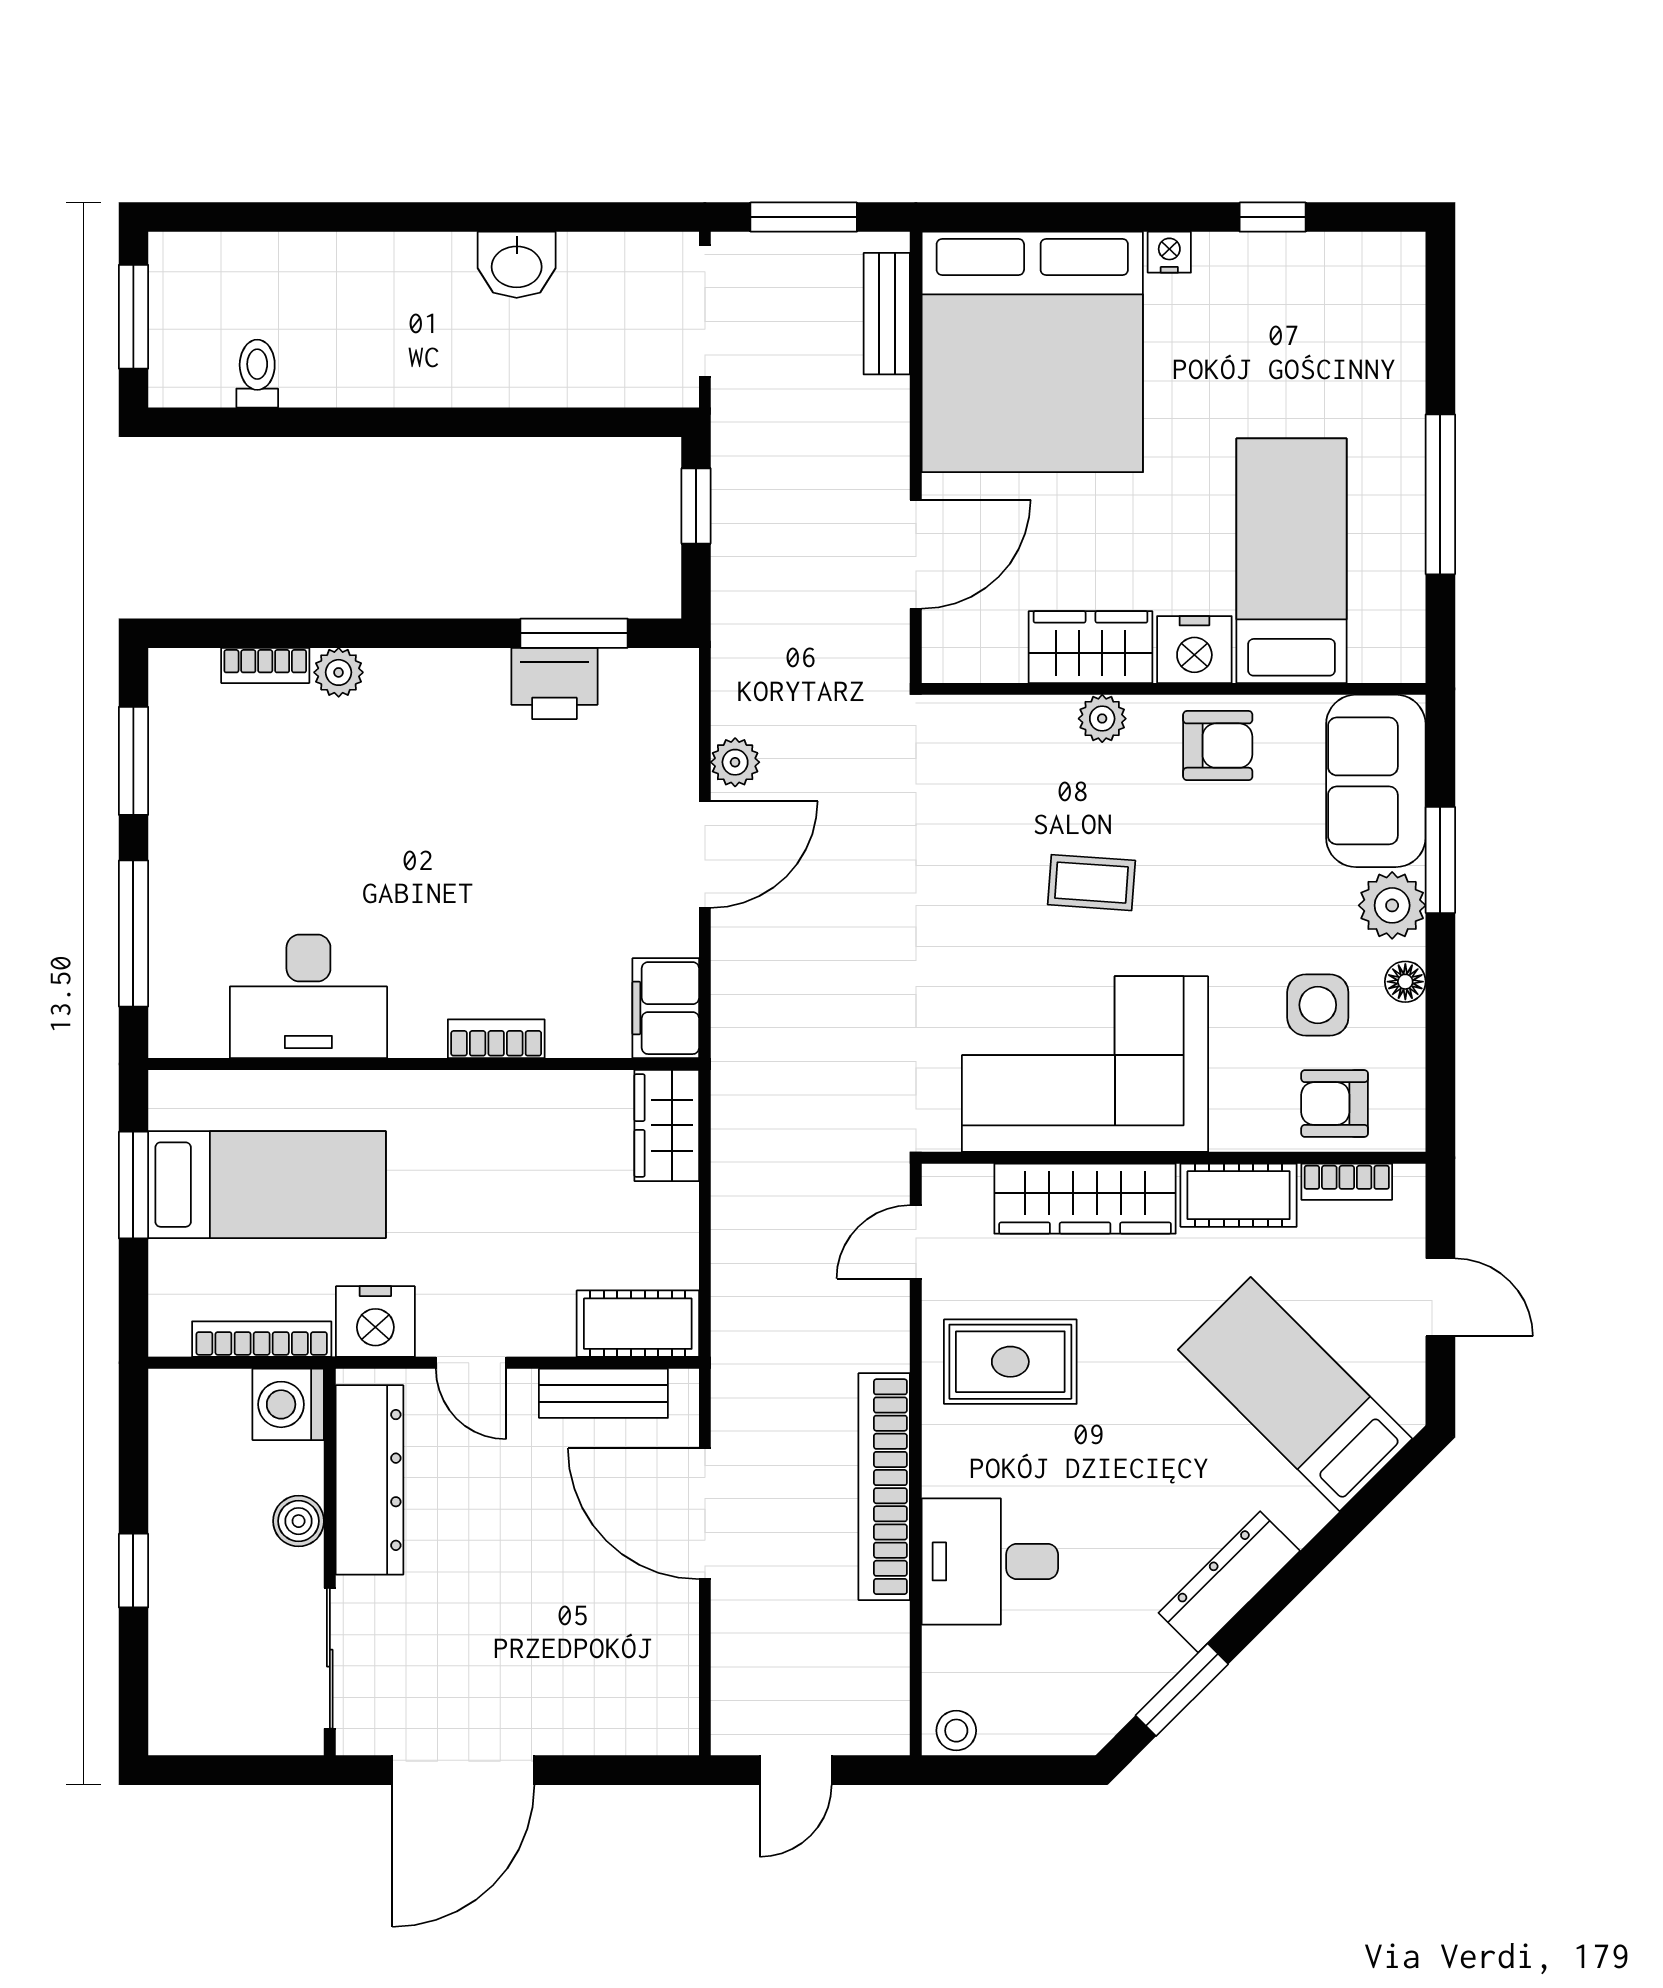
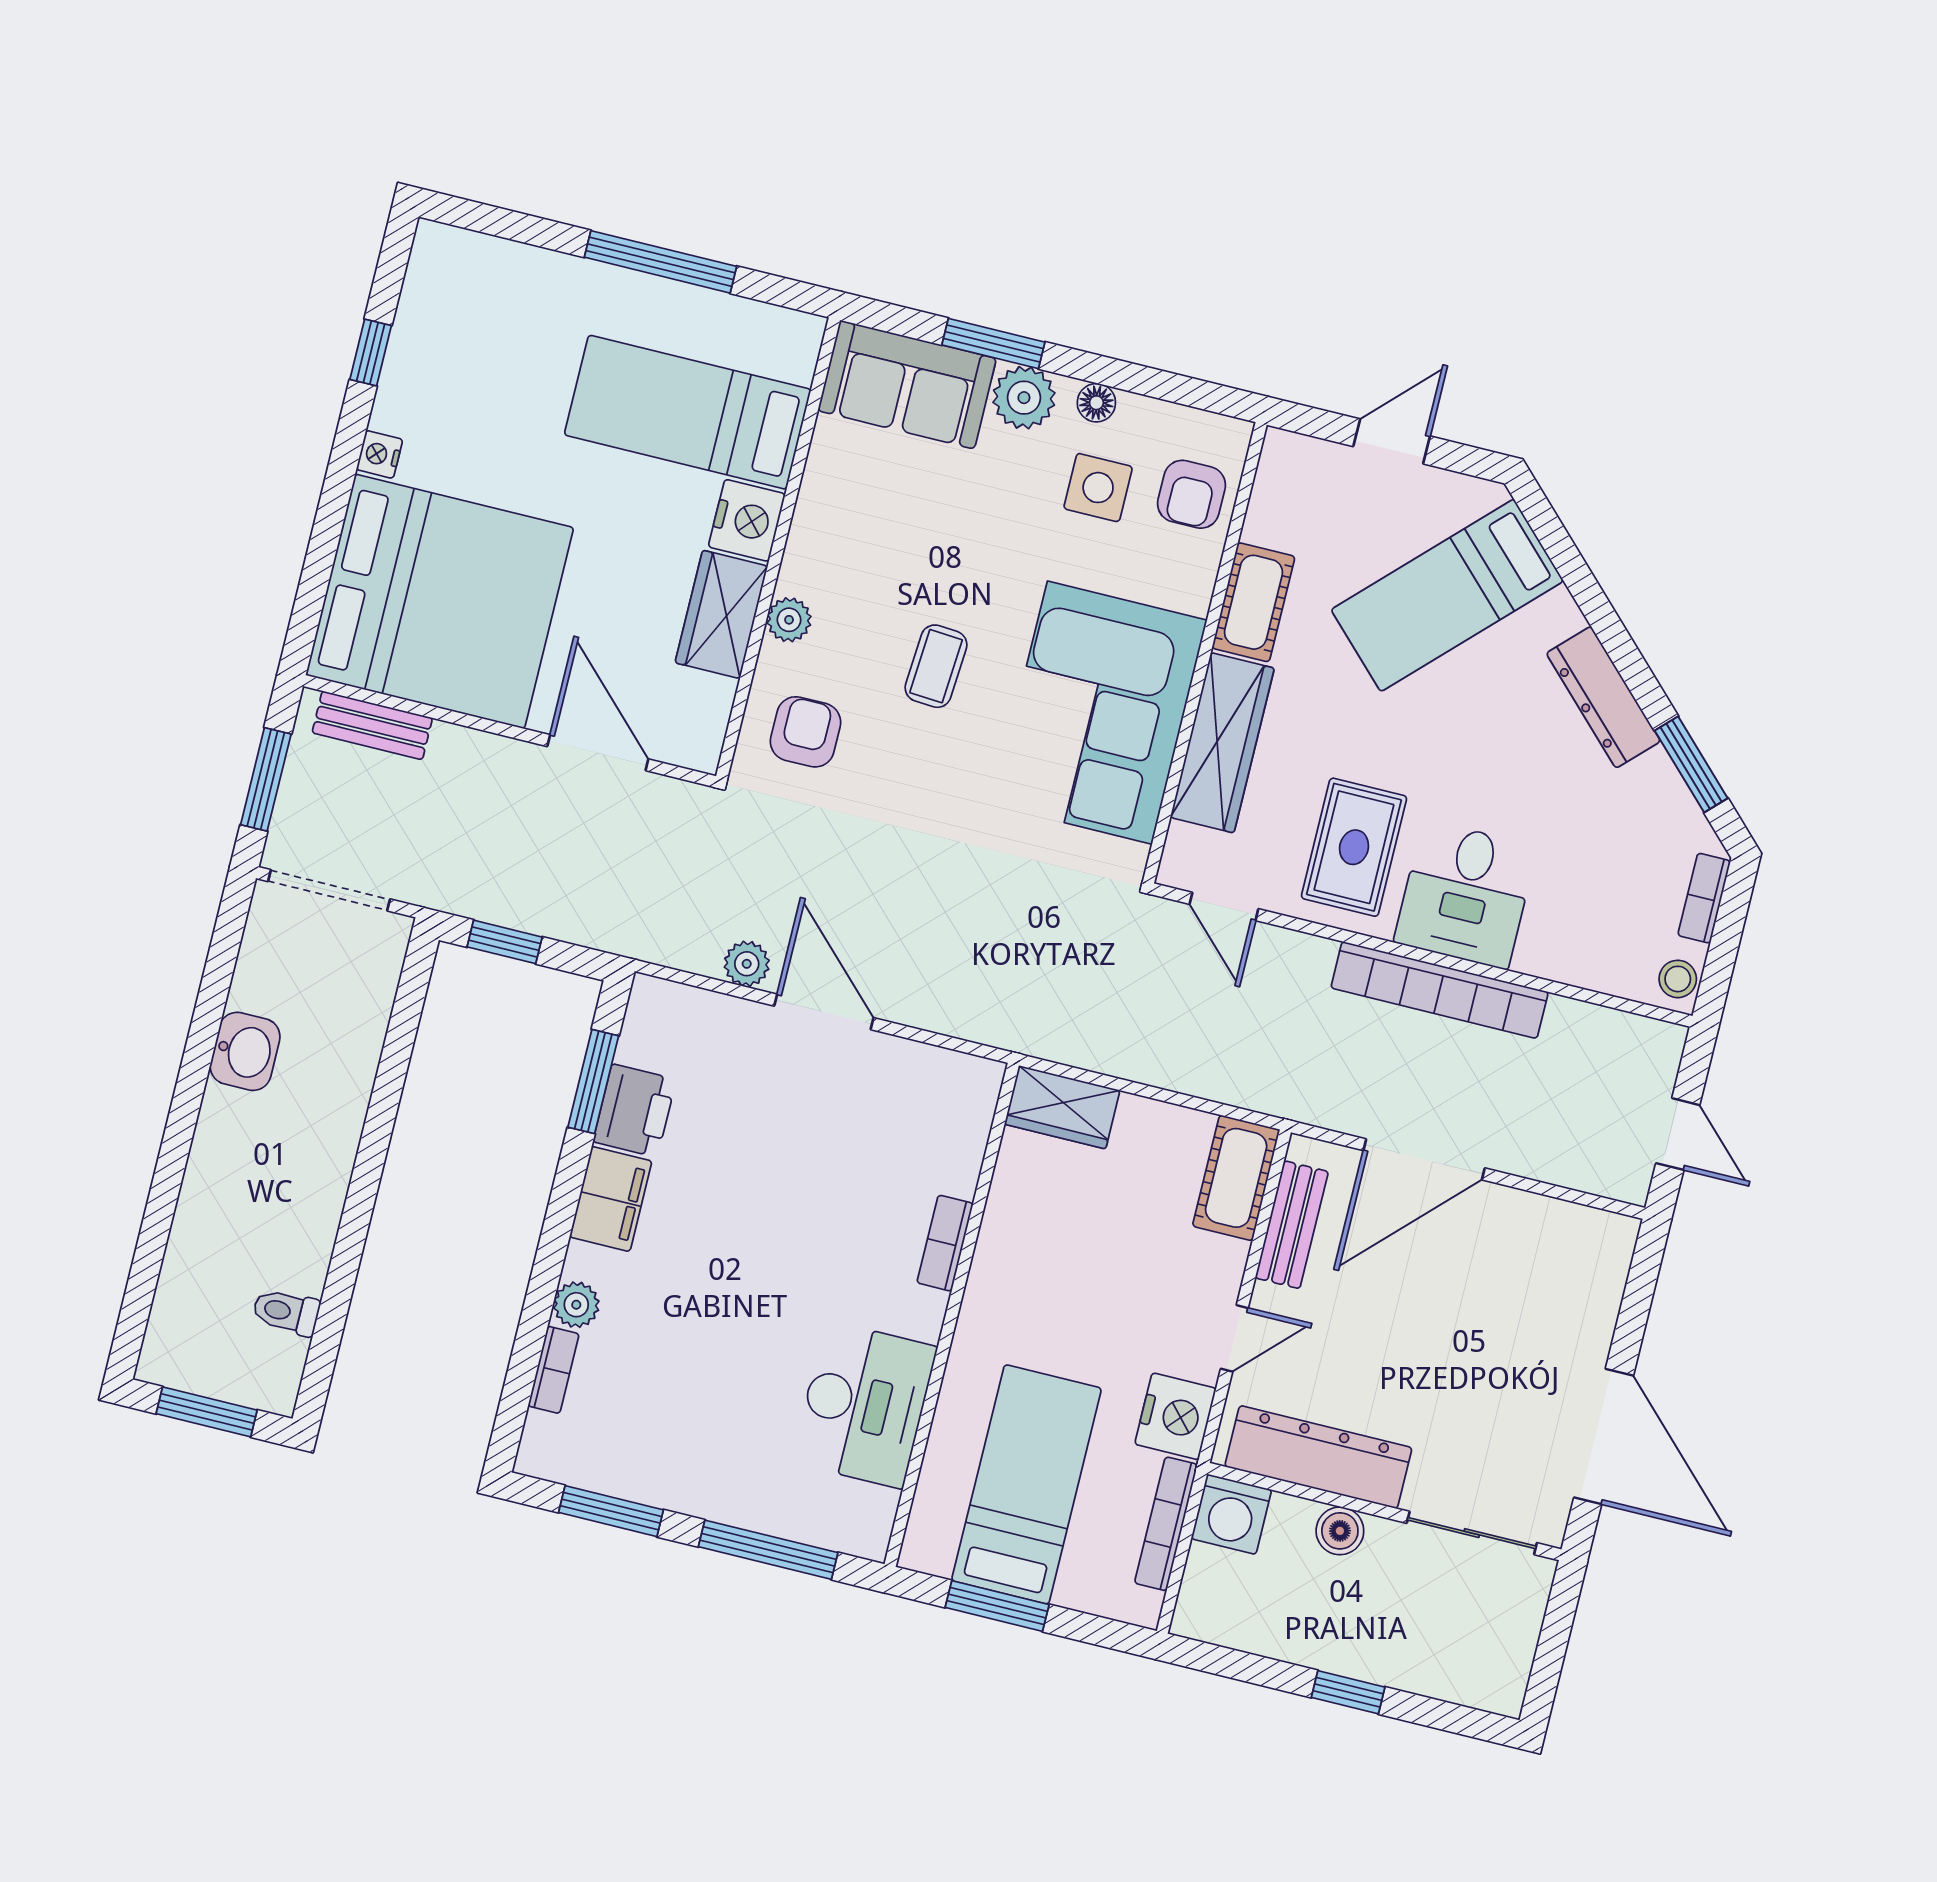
armchair: (1218, 746) -> (805, 732), moved
filing cabinet: (666, 1008) -> (611, 1199), moved, turned -90
bookcase: (1347, 1182) -> (1704, 898), moved, turned 180
desk: (990, 1561) -> (1466, 894), moved

